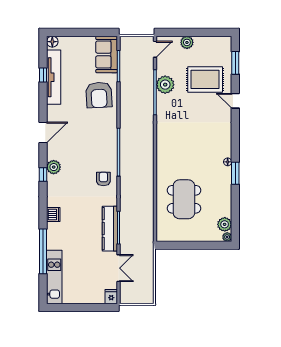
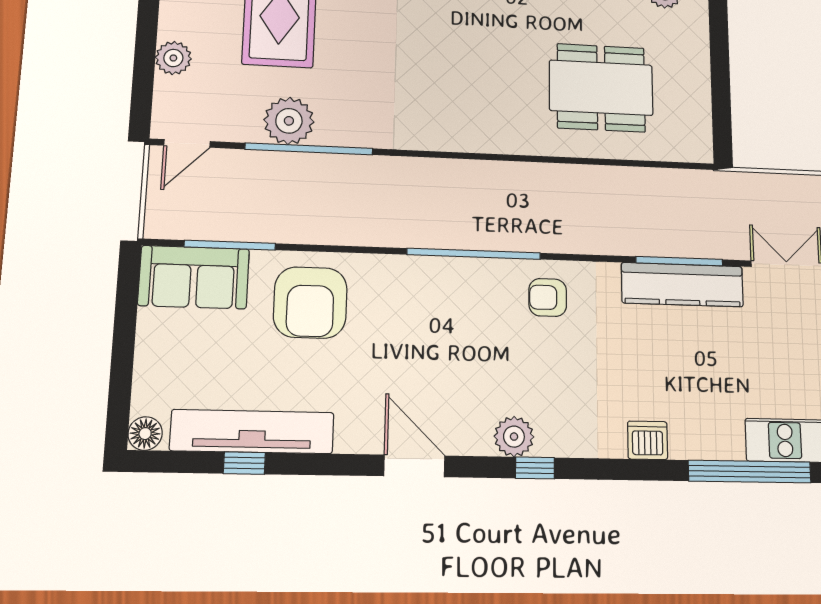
door: (155, 49) -> (187, 143), swing flipped
armchair: (99, 95) -> (310, 302), turned 93

